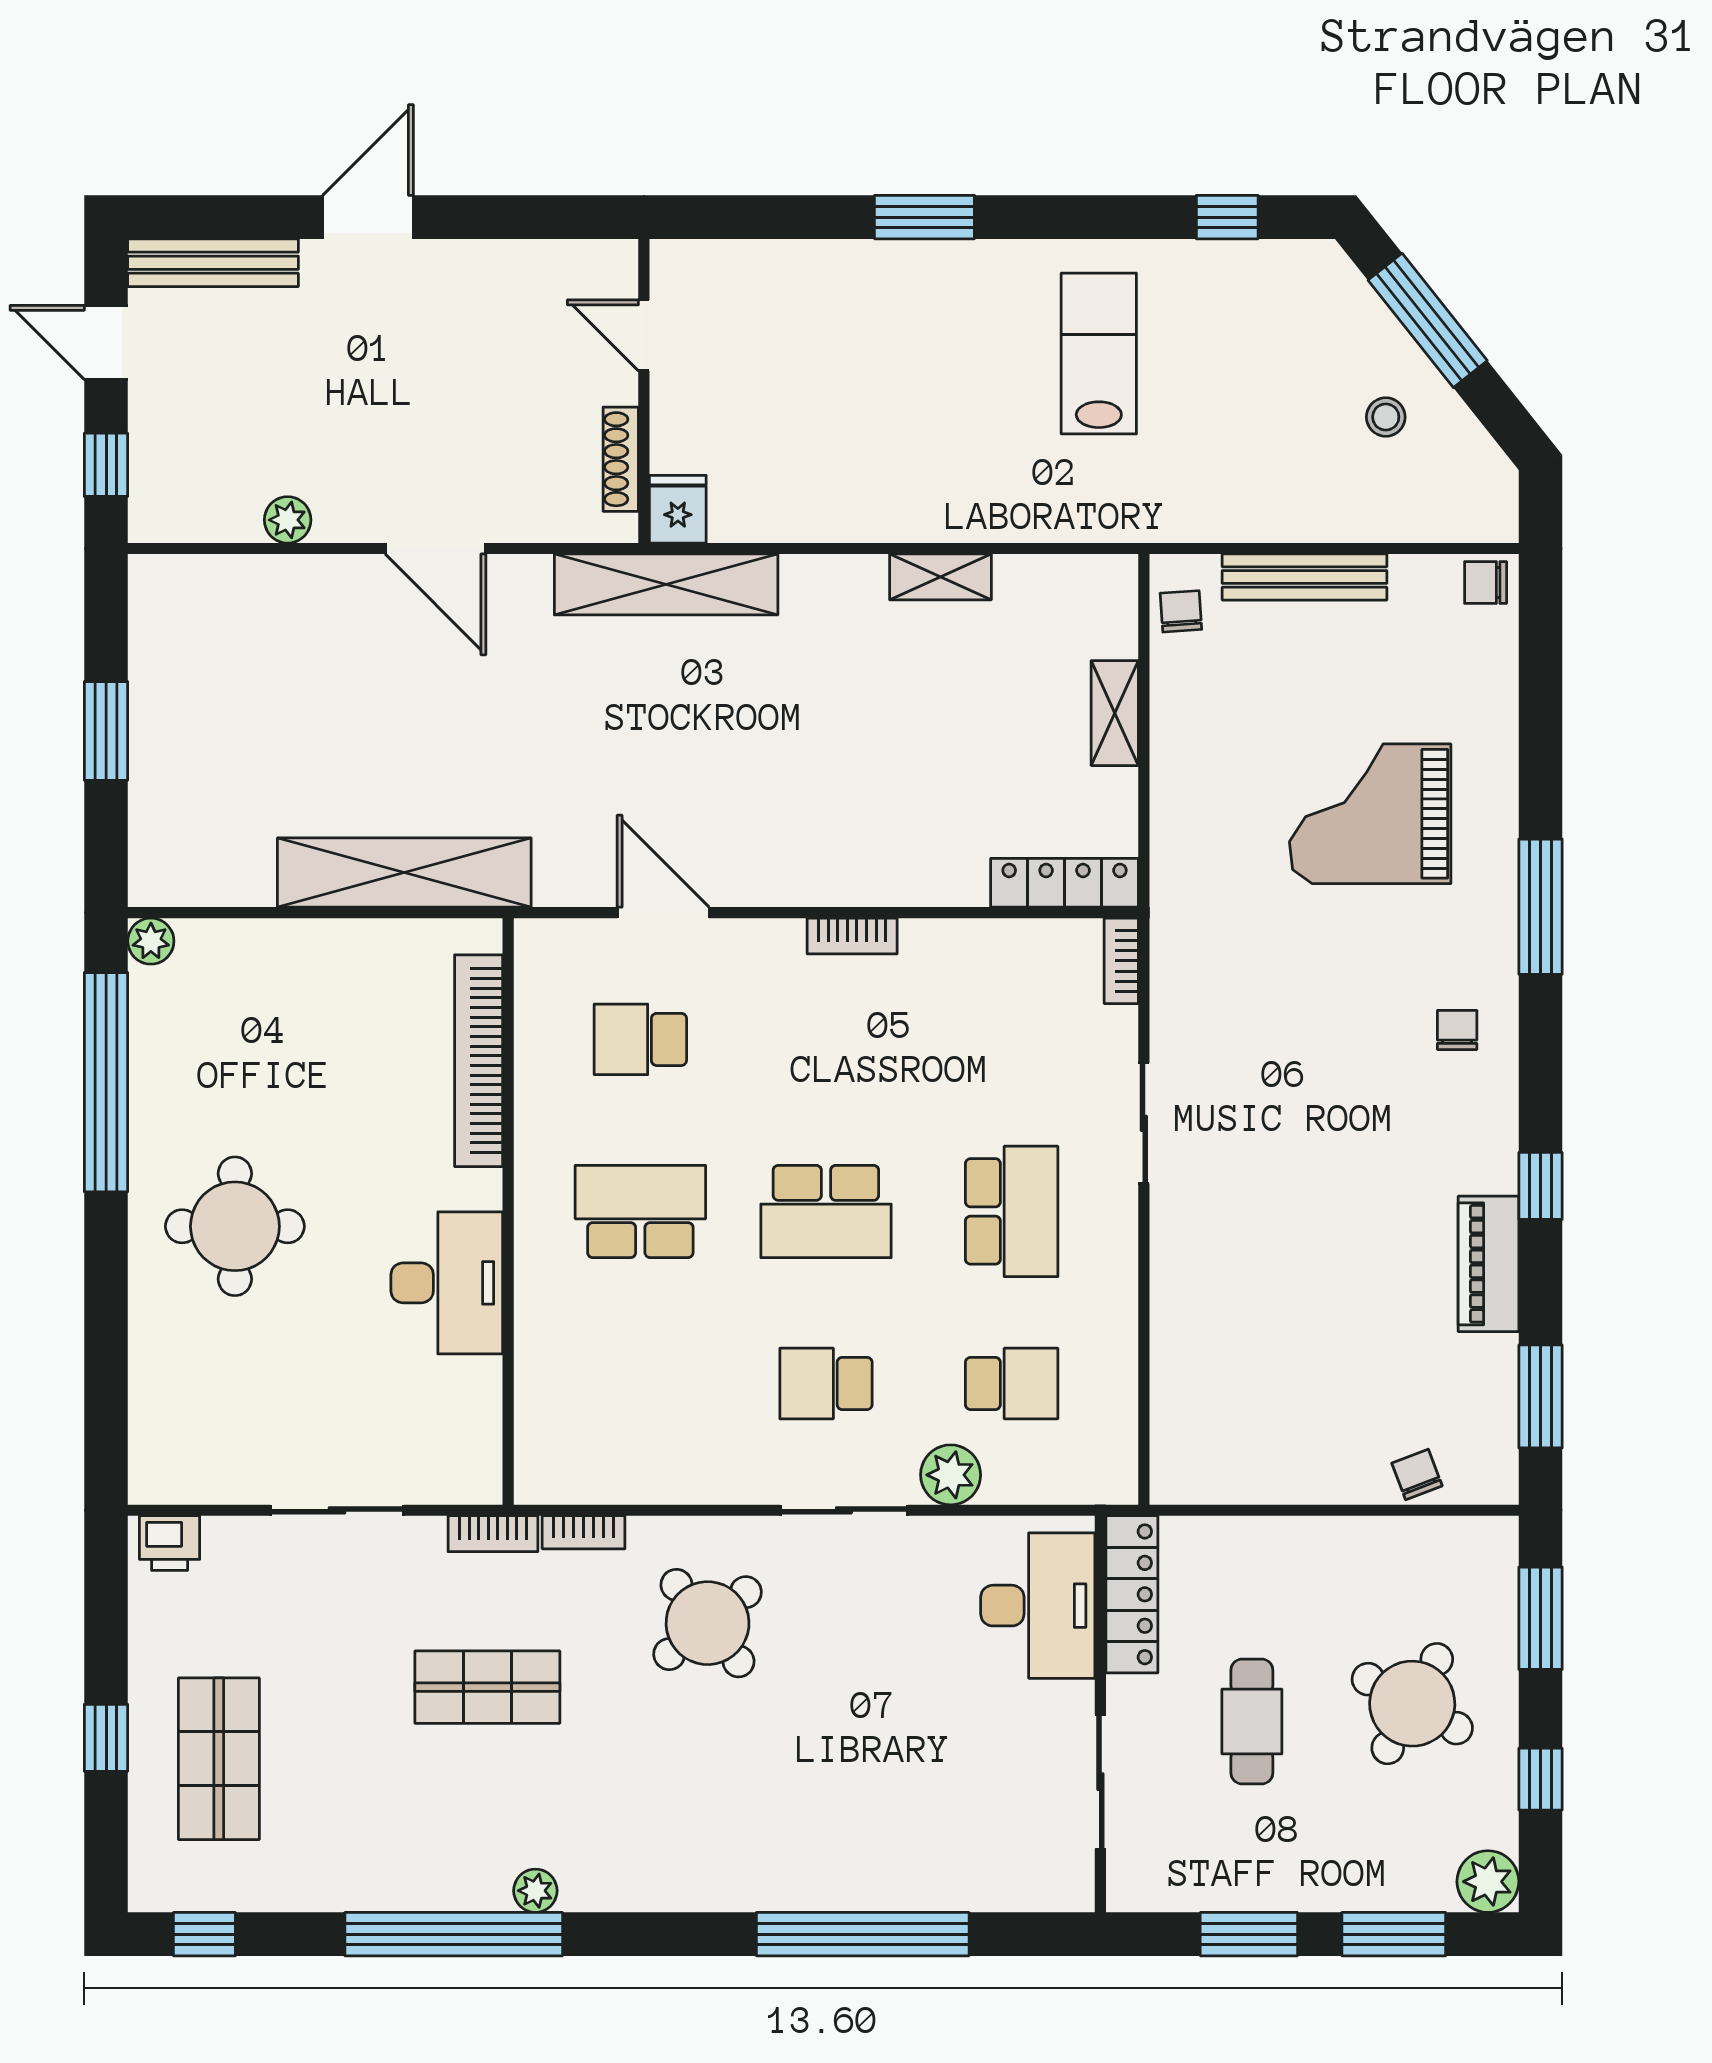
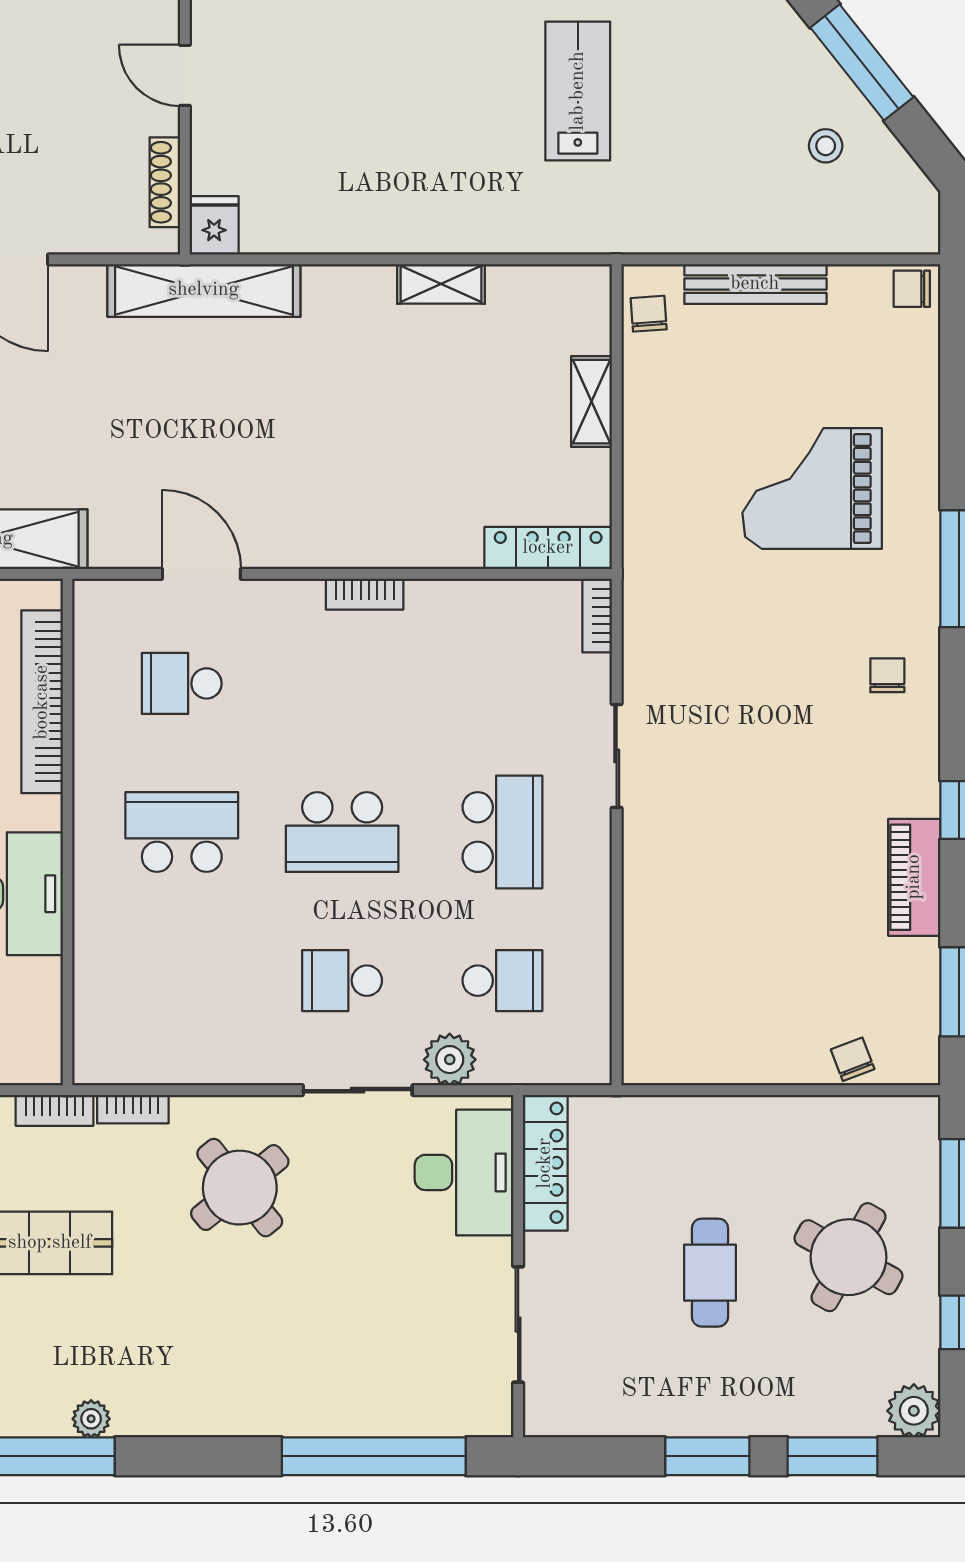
locker: (1132, 1594) -> (545, 1163), moved
desk: (1038, 1606) -> (464, 1172), moved
wall: (1100, 1714) -> (518, 1266), moved
sliding door: (1100, 1782) -> (518, 1325), moved

